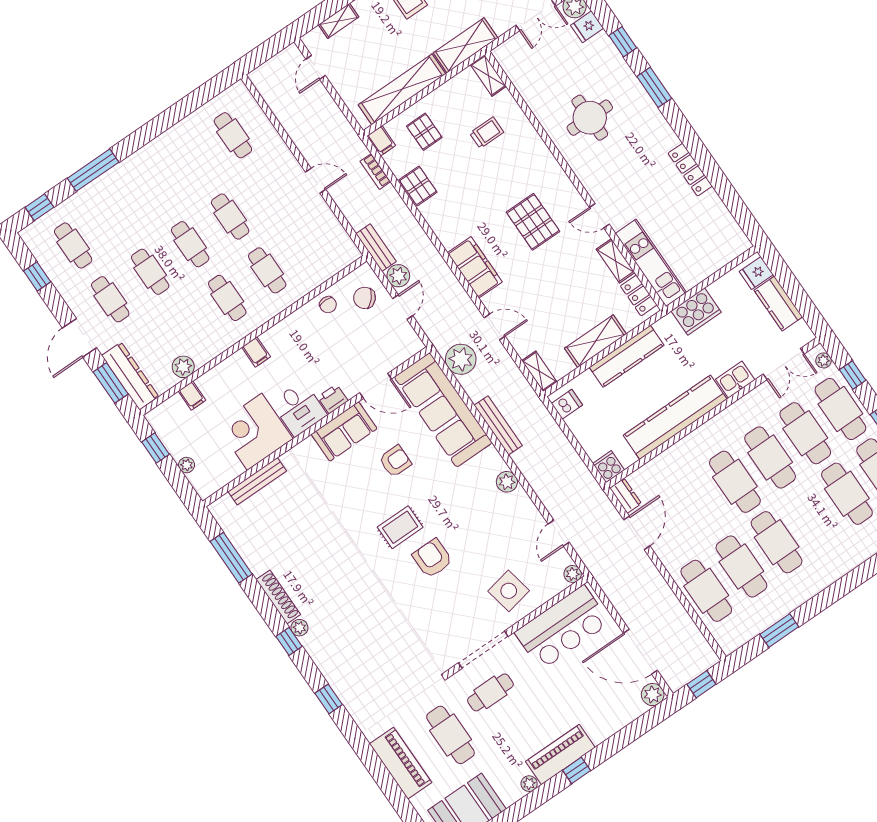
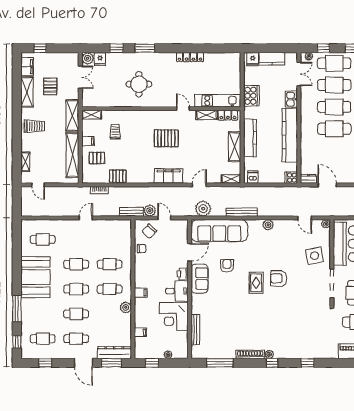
filing cabinet: (381, 141) -> (88, 141), moved
booth: (164, 165) -> (35, 277), added
door: (599, 216) -> (183, 109), swing flipped
plant: (183, 367) -> (126, 307), moved

